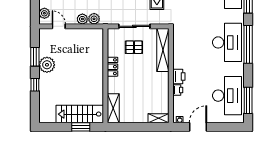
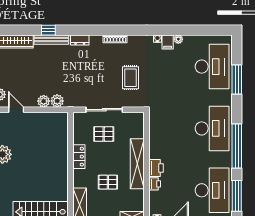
window: (248, 44) -> (237, 146), moved
shelving: (163, 50) -> (137, 164), moved
pallet: (138, 89) -> (108, 182), added

